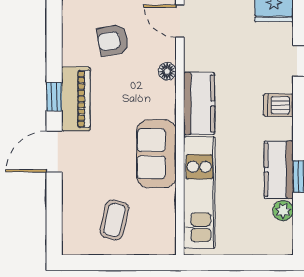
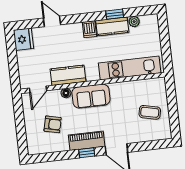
armchair: (113, 40) -> (53, 124), turned -67
kitchen counter: (199, 103) -> (68, 75), moved
dishwasher: (278, 105) -> (89, 29), moved
sofa: (156, 154) -> (91, 96), moved

